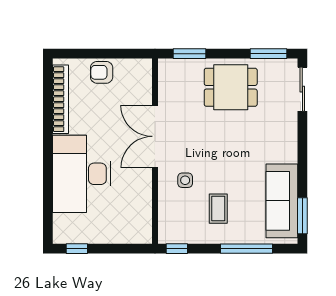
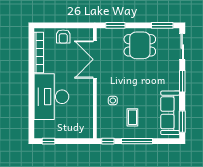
armchair: (102, 72) -> (63, 37), turned -90
double door: (155, 136) -> (95, 59), moved
window: (302, 148) -> (182, 81), added
window: (246, 249) -> (137, 141), moved

